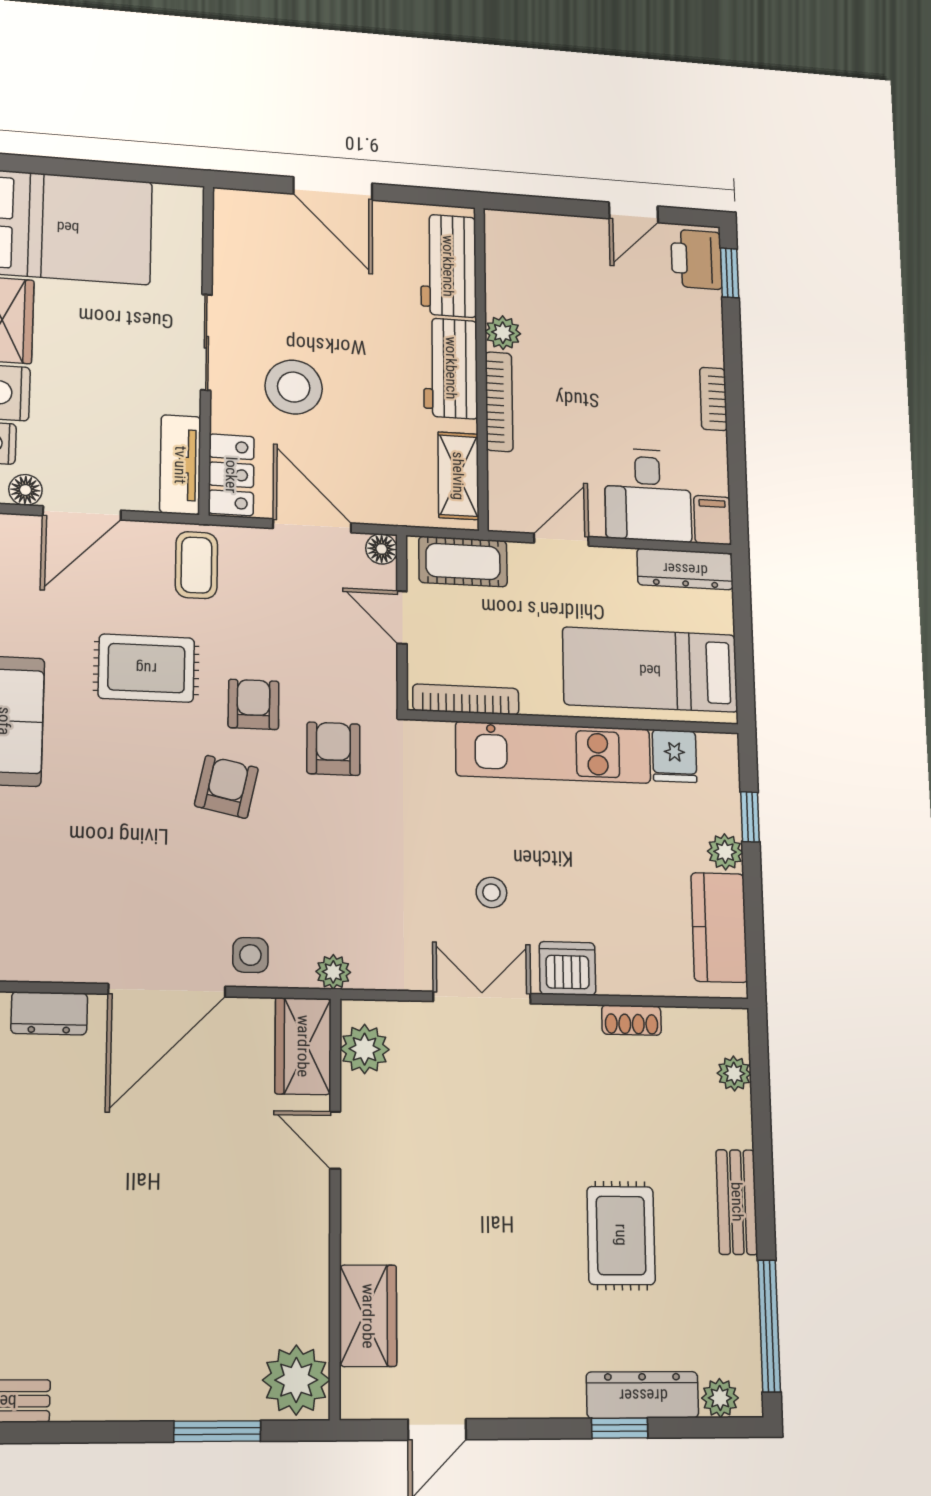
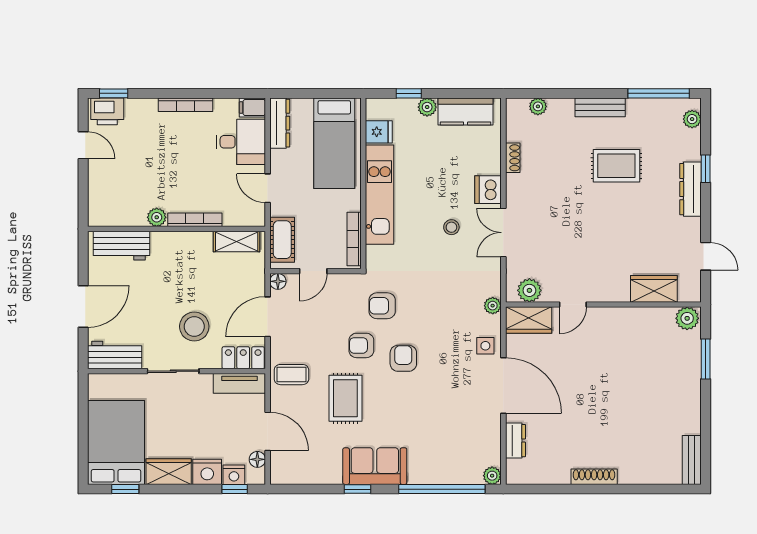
workbench: (451, 368) -> (115, 355), moved, turned 180
bookcase: (713, 399) -> (186, 105), width x1.56
armchair: (226, 787) -> (403, 358), turned 78
plant: (296, 1380) -> (687, 318), width x0.73, depth x0.73
dresser: (643, 1395) -> (690, 189), moved

